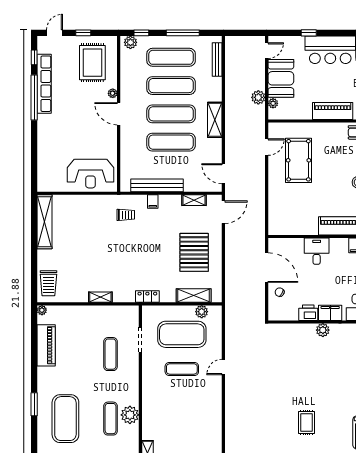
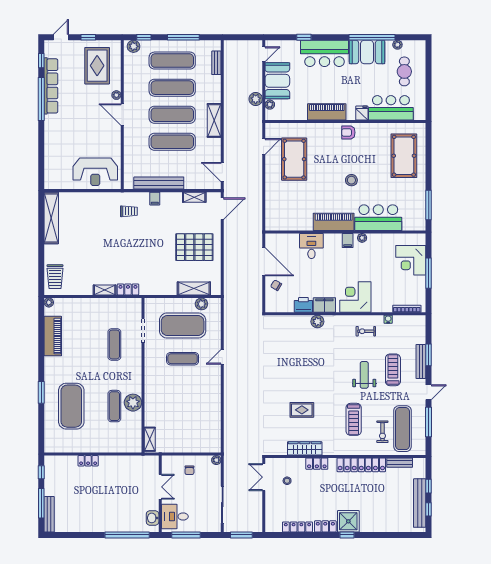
bench: (217, 60) -> (216, 63), width x0.73
pallet: (194, 252) -> (194, 247), turned 90
locker: (147, 297) -> (128, 289), moved
rug: (306, 422) -> (302, 410), turned 90

